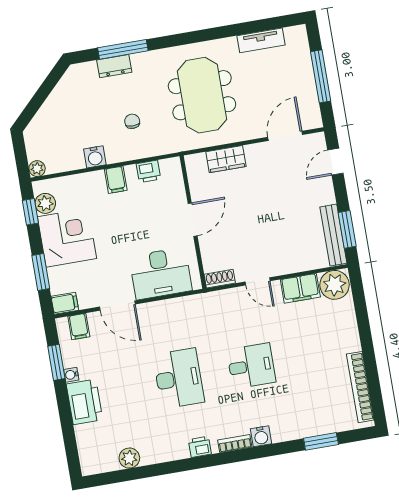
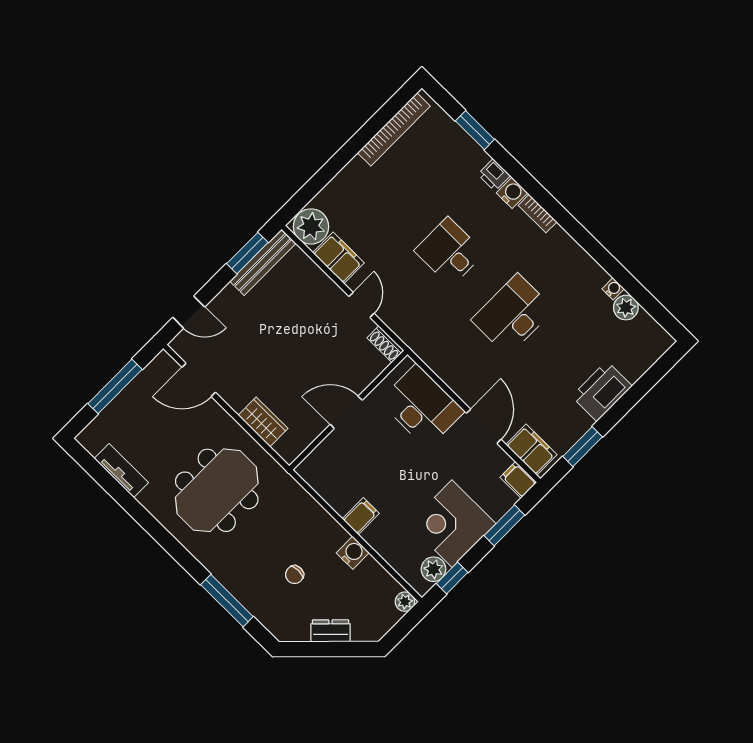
dresser: (114, 66) -> (331, 631), moved, turned -45
chair: (132, 121) -> (295, 575), moved
printer: (148, 171) -> (329, 490), removed
filing cabinet: (79, 326) -> (531, 450), width x2.00
water cooler: (71, 375) -> (613, 289), moved, turned -90
printer: (200, 447) -> (494, 175), moved

